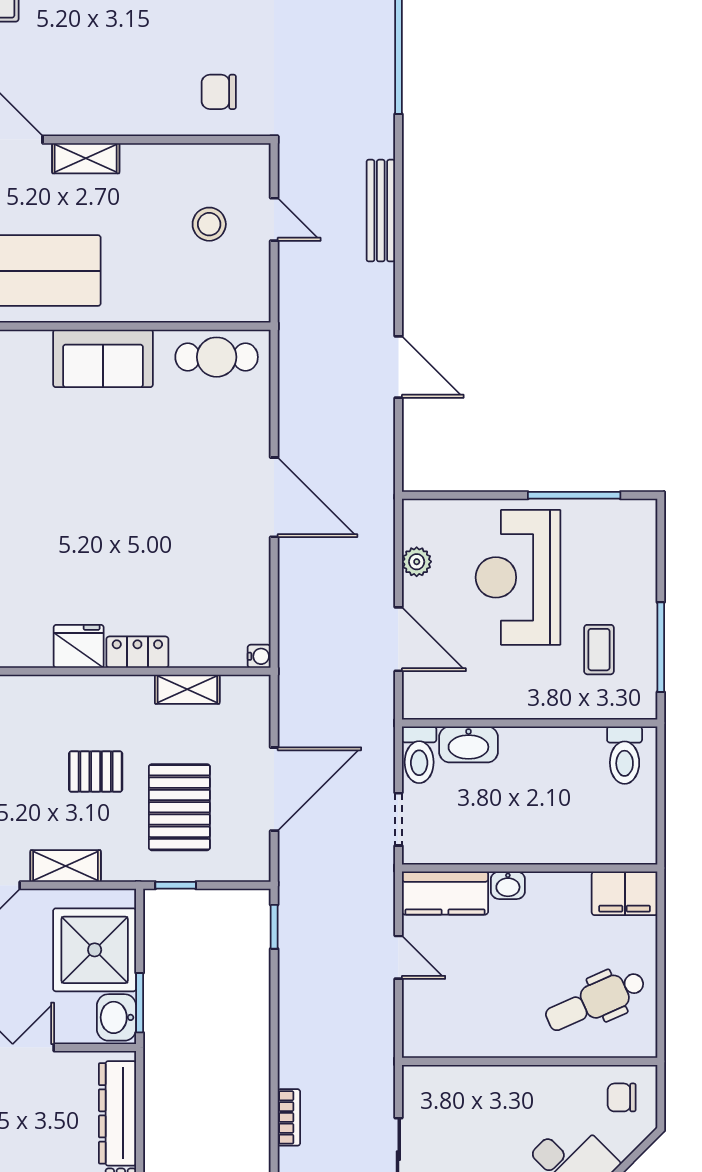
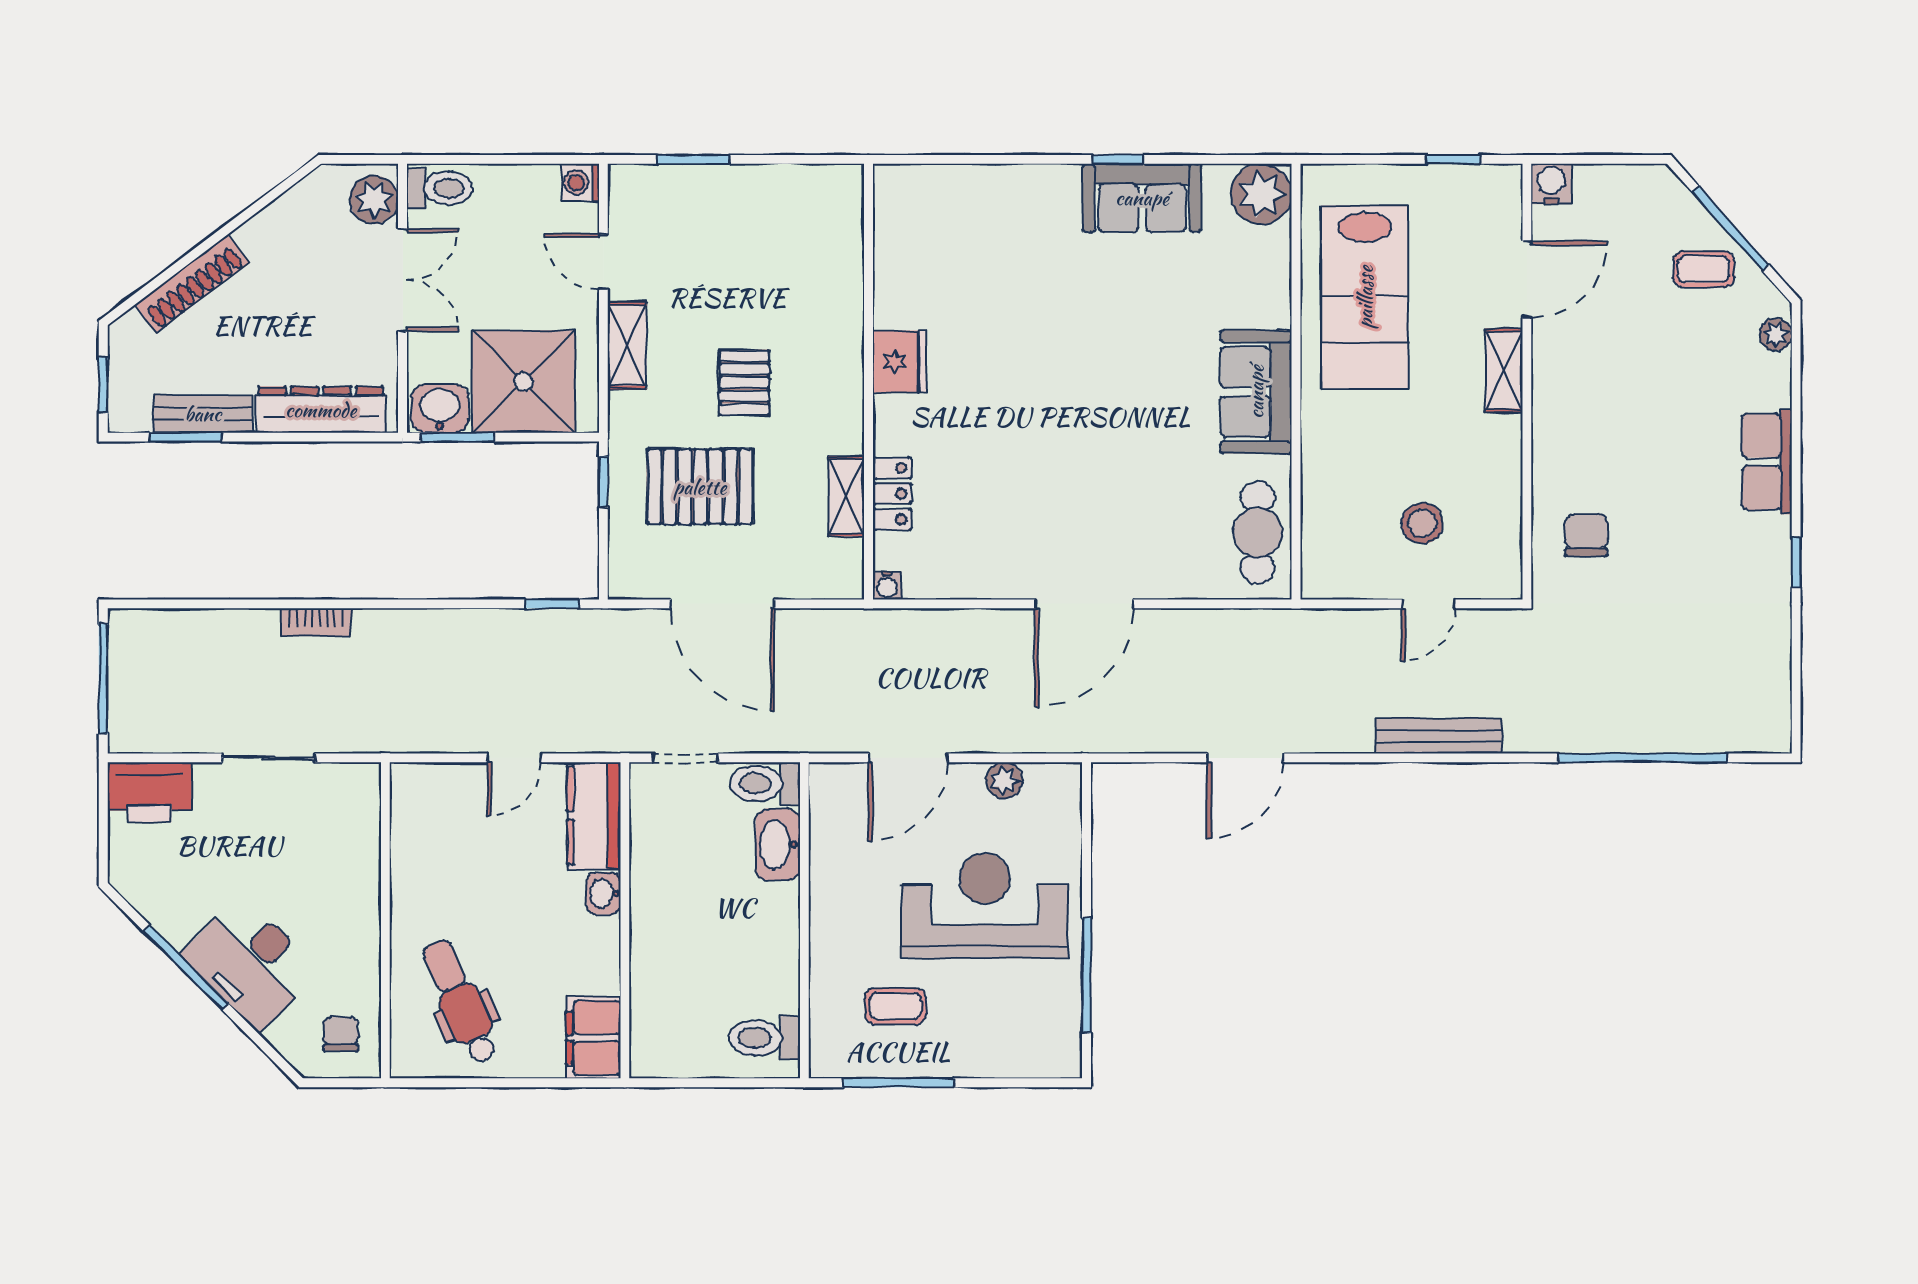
locker: (137, 652) -> (892, 494), moved

